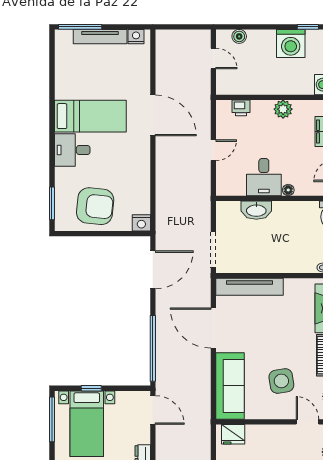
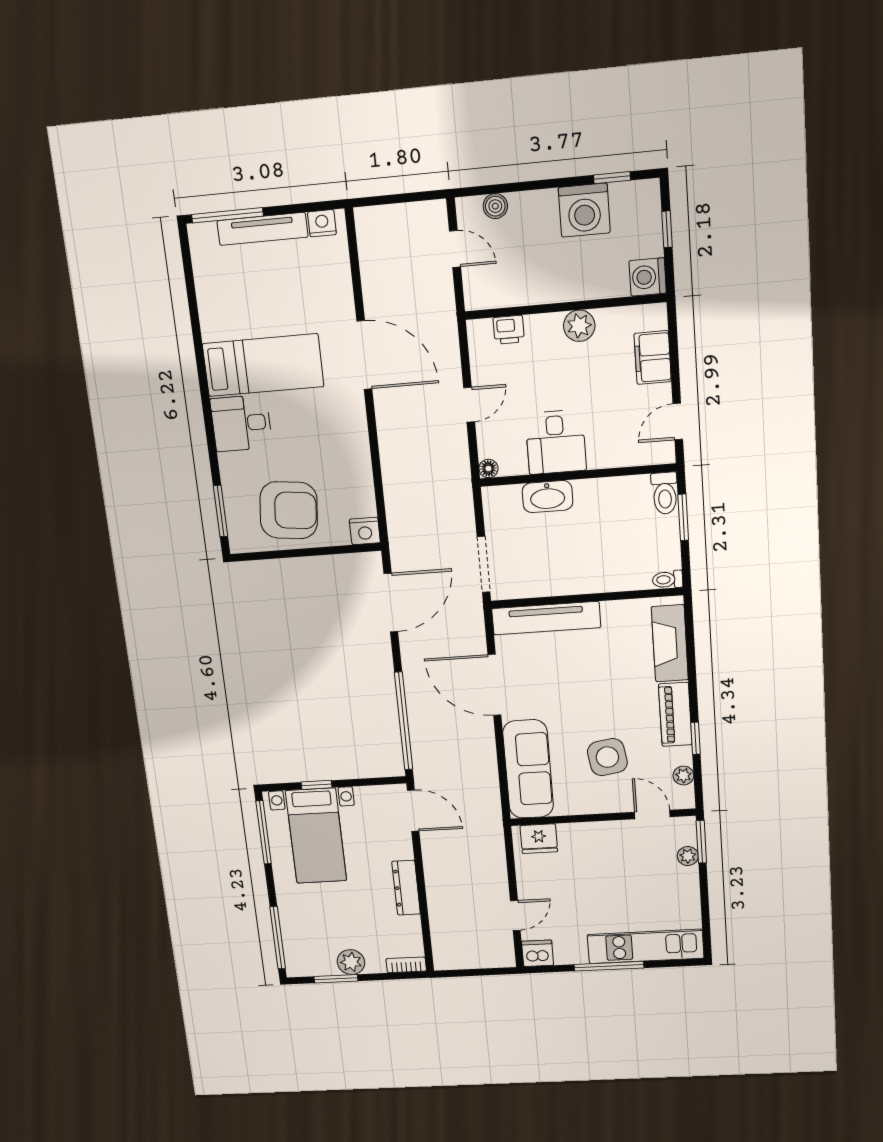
floor lamp: (288, 190) -> (488, 469), moved

